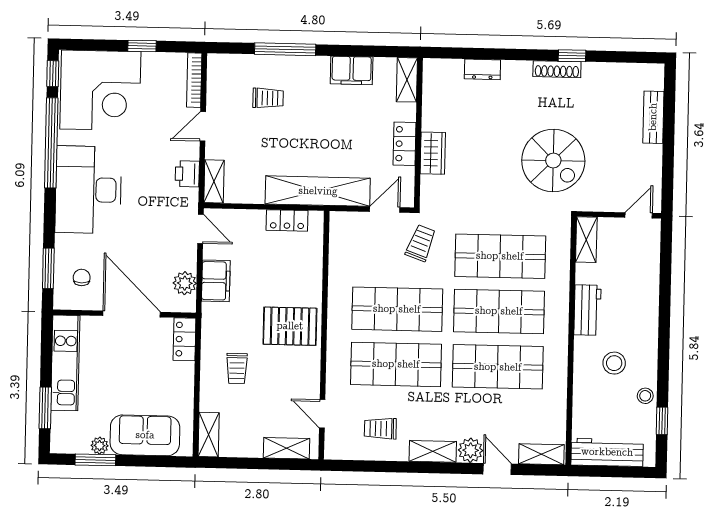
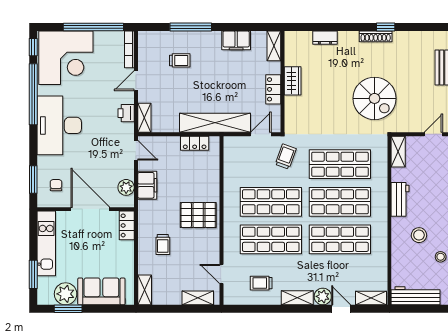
window: (142, 46) -> (93, 27), width x3.17
wardrobe: (433, 153) -> (293, 81), moved
plant: (100, 446) -> (66, 294), width x1.88, depth x1.88

